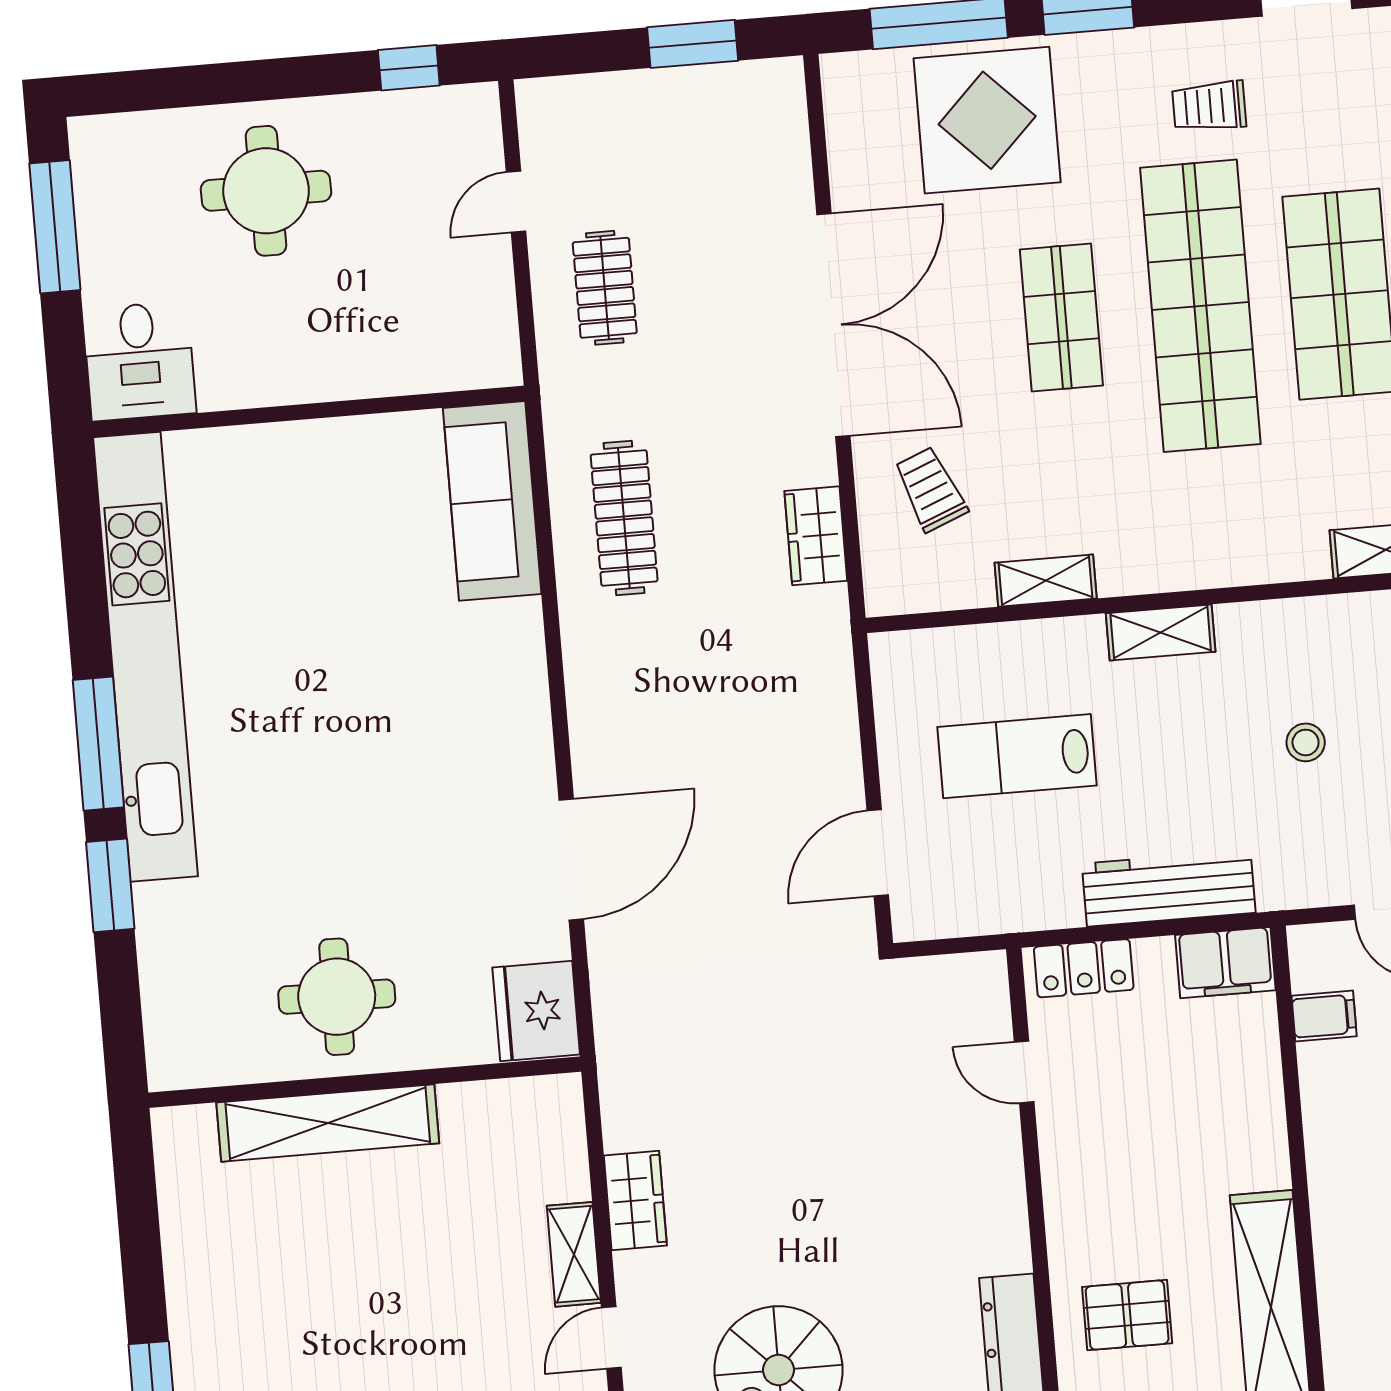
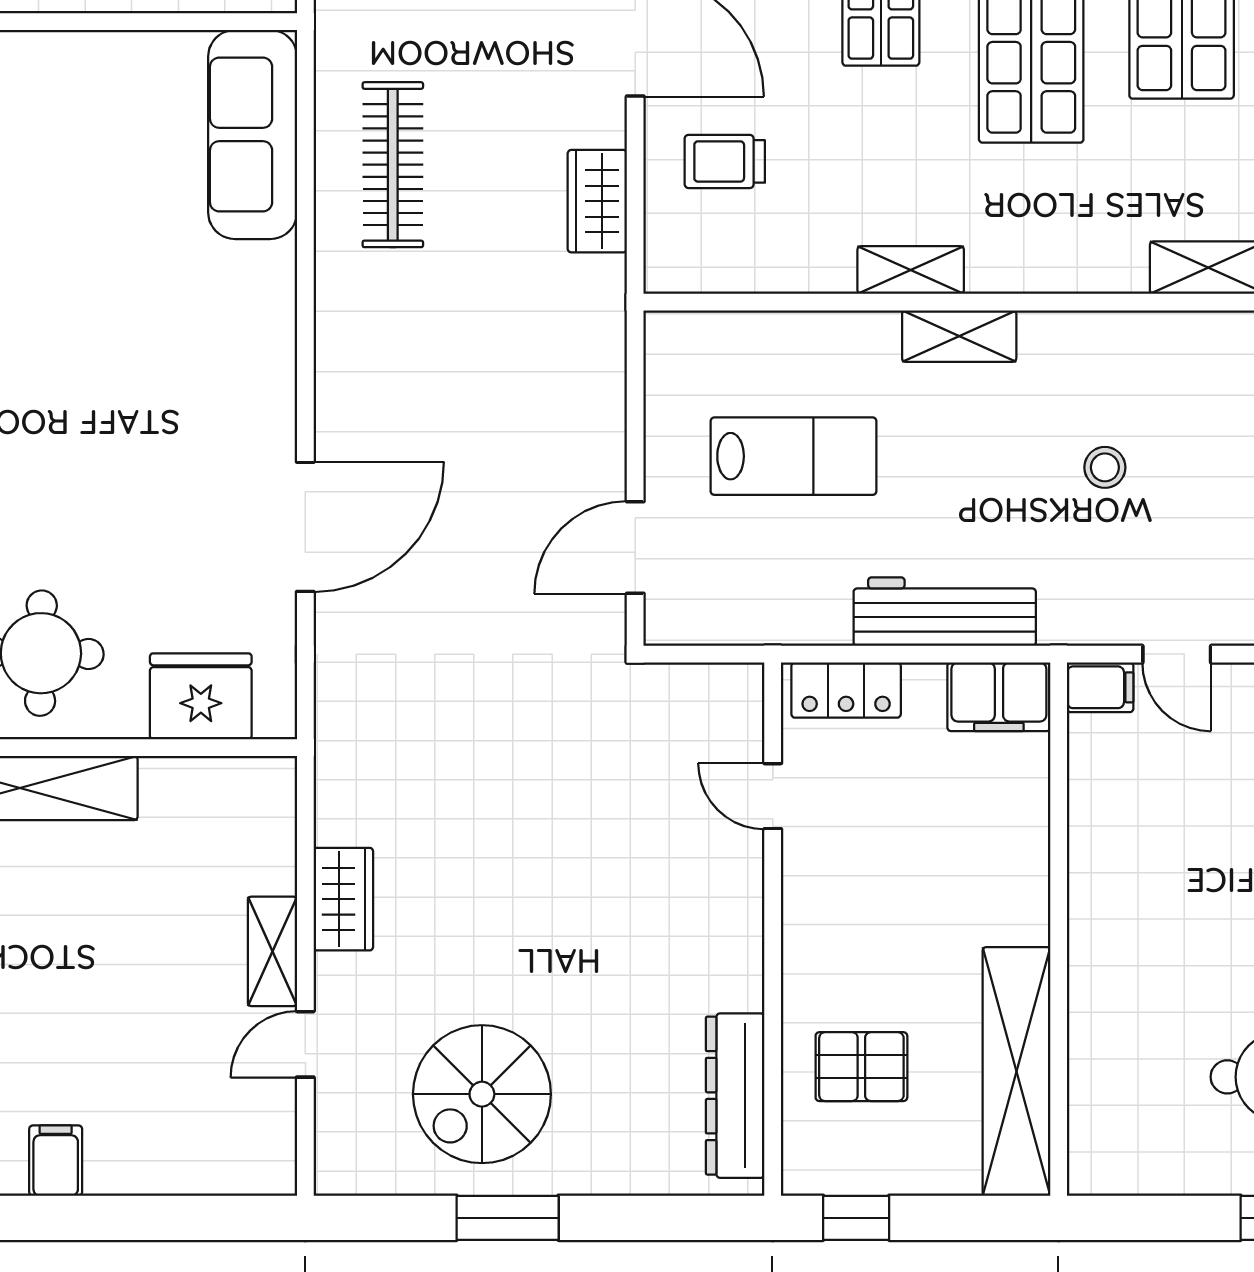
trolley: (931, 489) -> (725, 161), turned -68
shelving: (1046, 581) -> (911, 270), moved
lab bench: (1017, 756) -> (794, 456), turned 180
fridge: (536, 1011) -> (201, 696), moved, turned 90
filing cabinet: (1324, 1016) -> (1100, 687), moved

